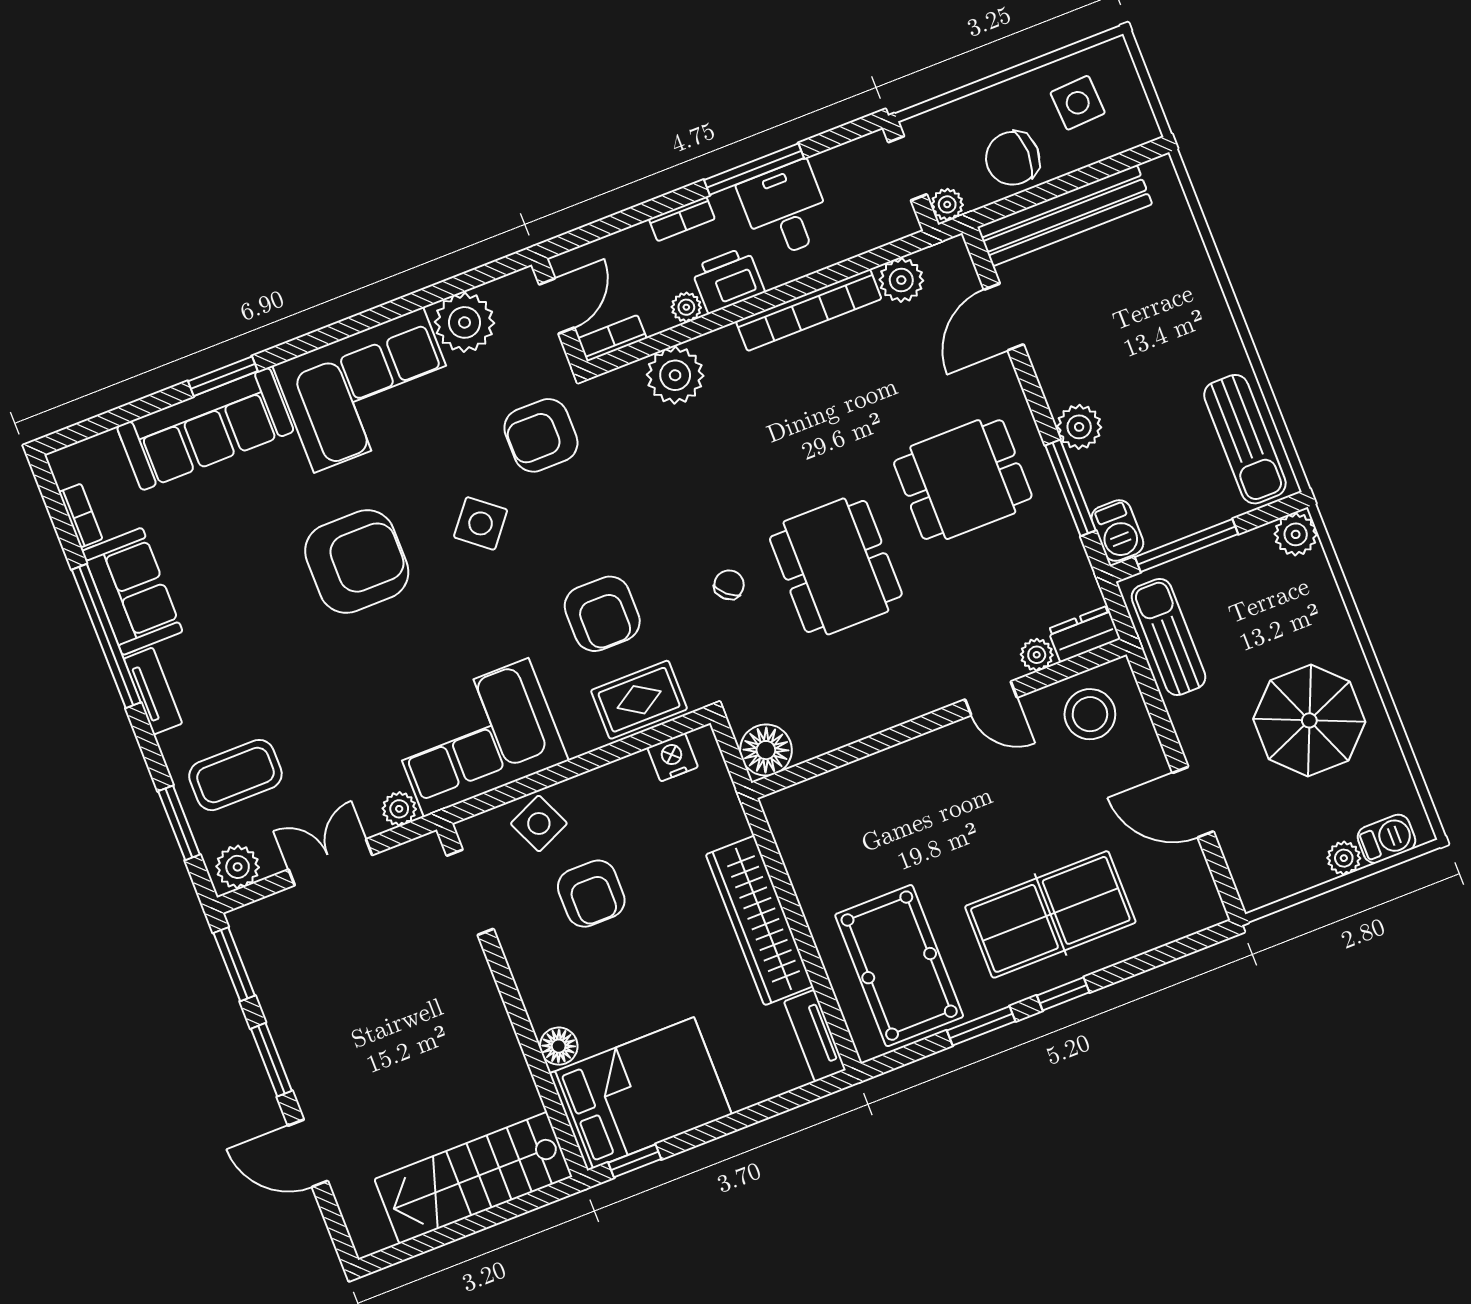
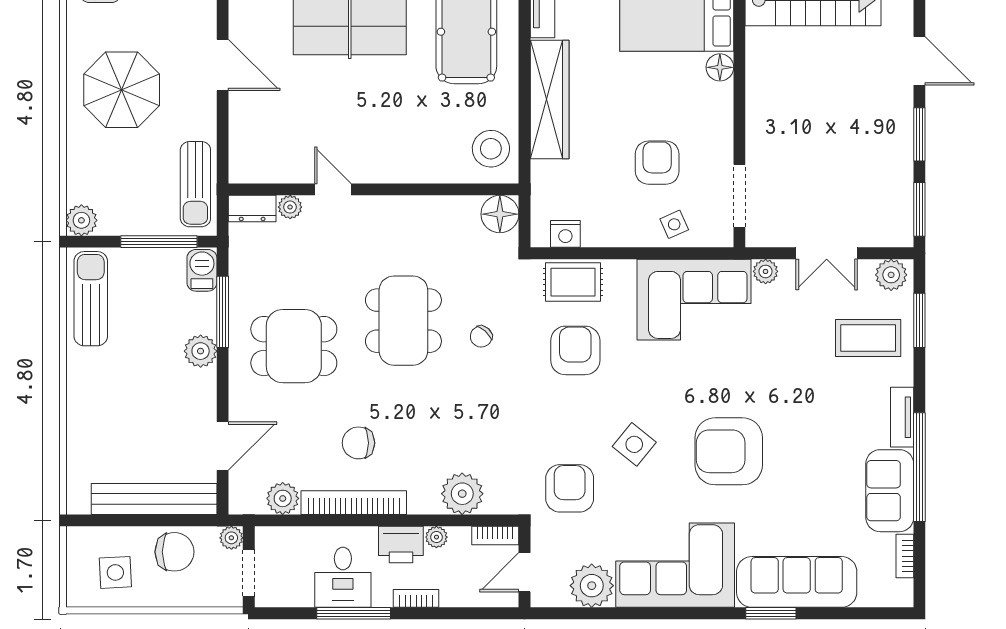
chair: (832, 388) -> (358, 443), added
armchair: (541, 435) -> (570, 488), turned -90
stool: (1090, 714) -> (491, 149), moved
side table: (539, 824) -> (674, 224), width x0.73, depth x0.73

